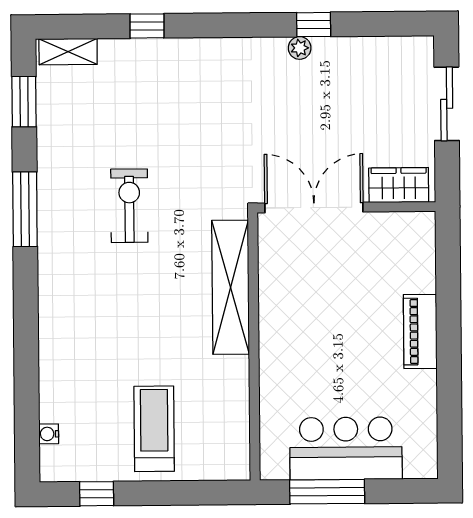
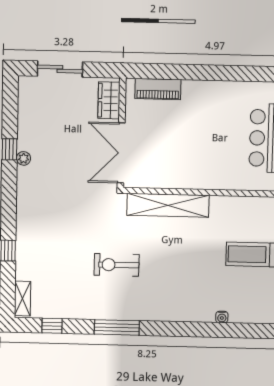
window: (24, 102) -> (52, 326), width x0.67
piano: (420, 331) -> (158, 89), moved
water cooler: (49, 434) -> (222, 317), moved

